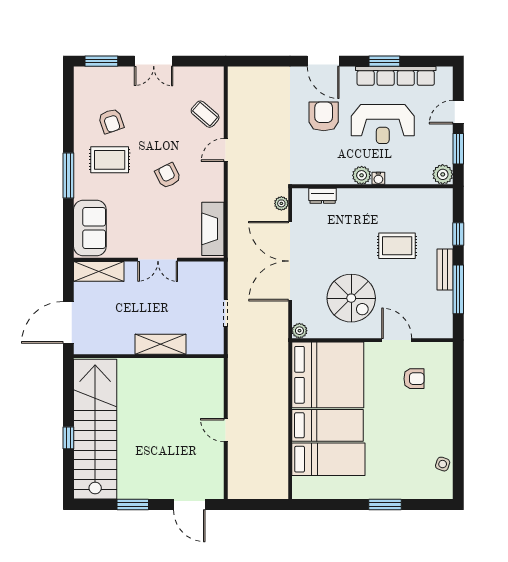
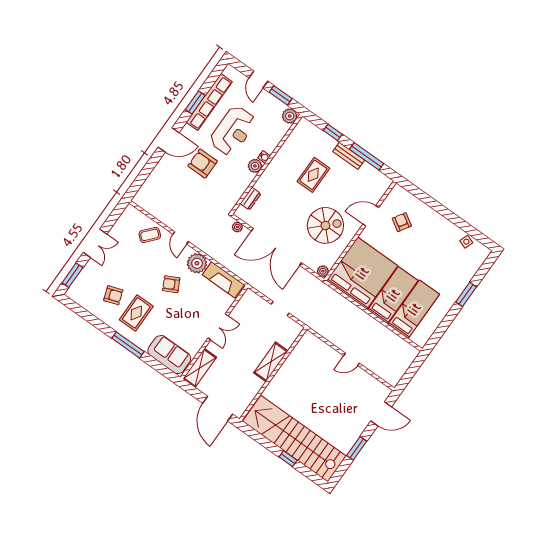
plant: (211, 187) -> (197, 263), added
armchair: (414, 379) -> (402, 222), turned -58

